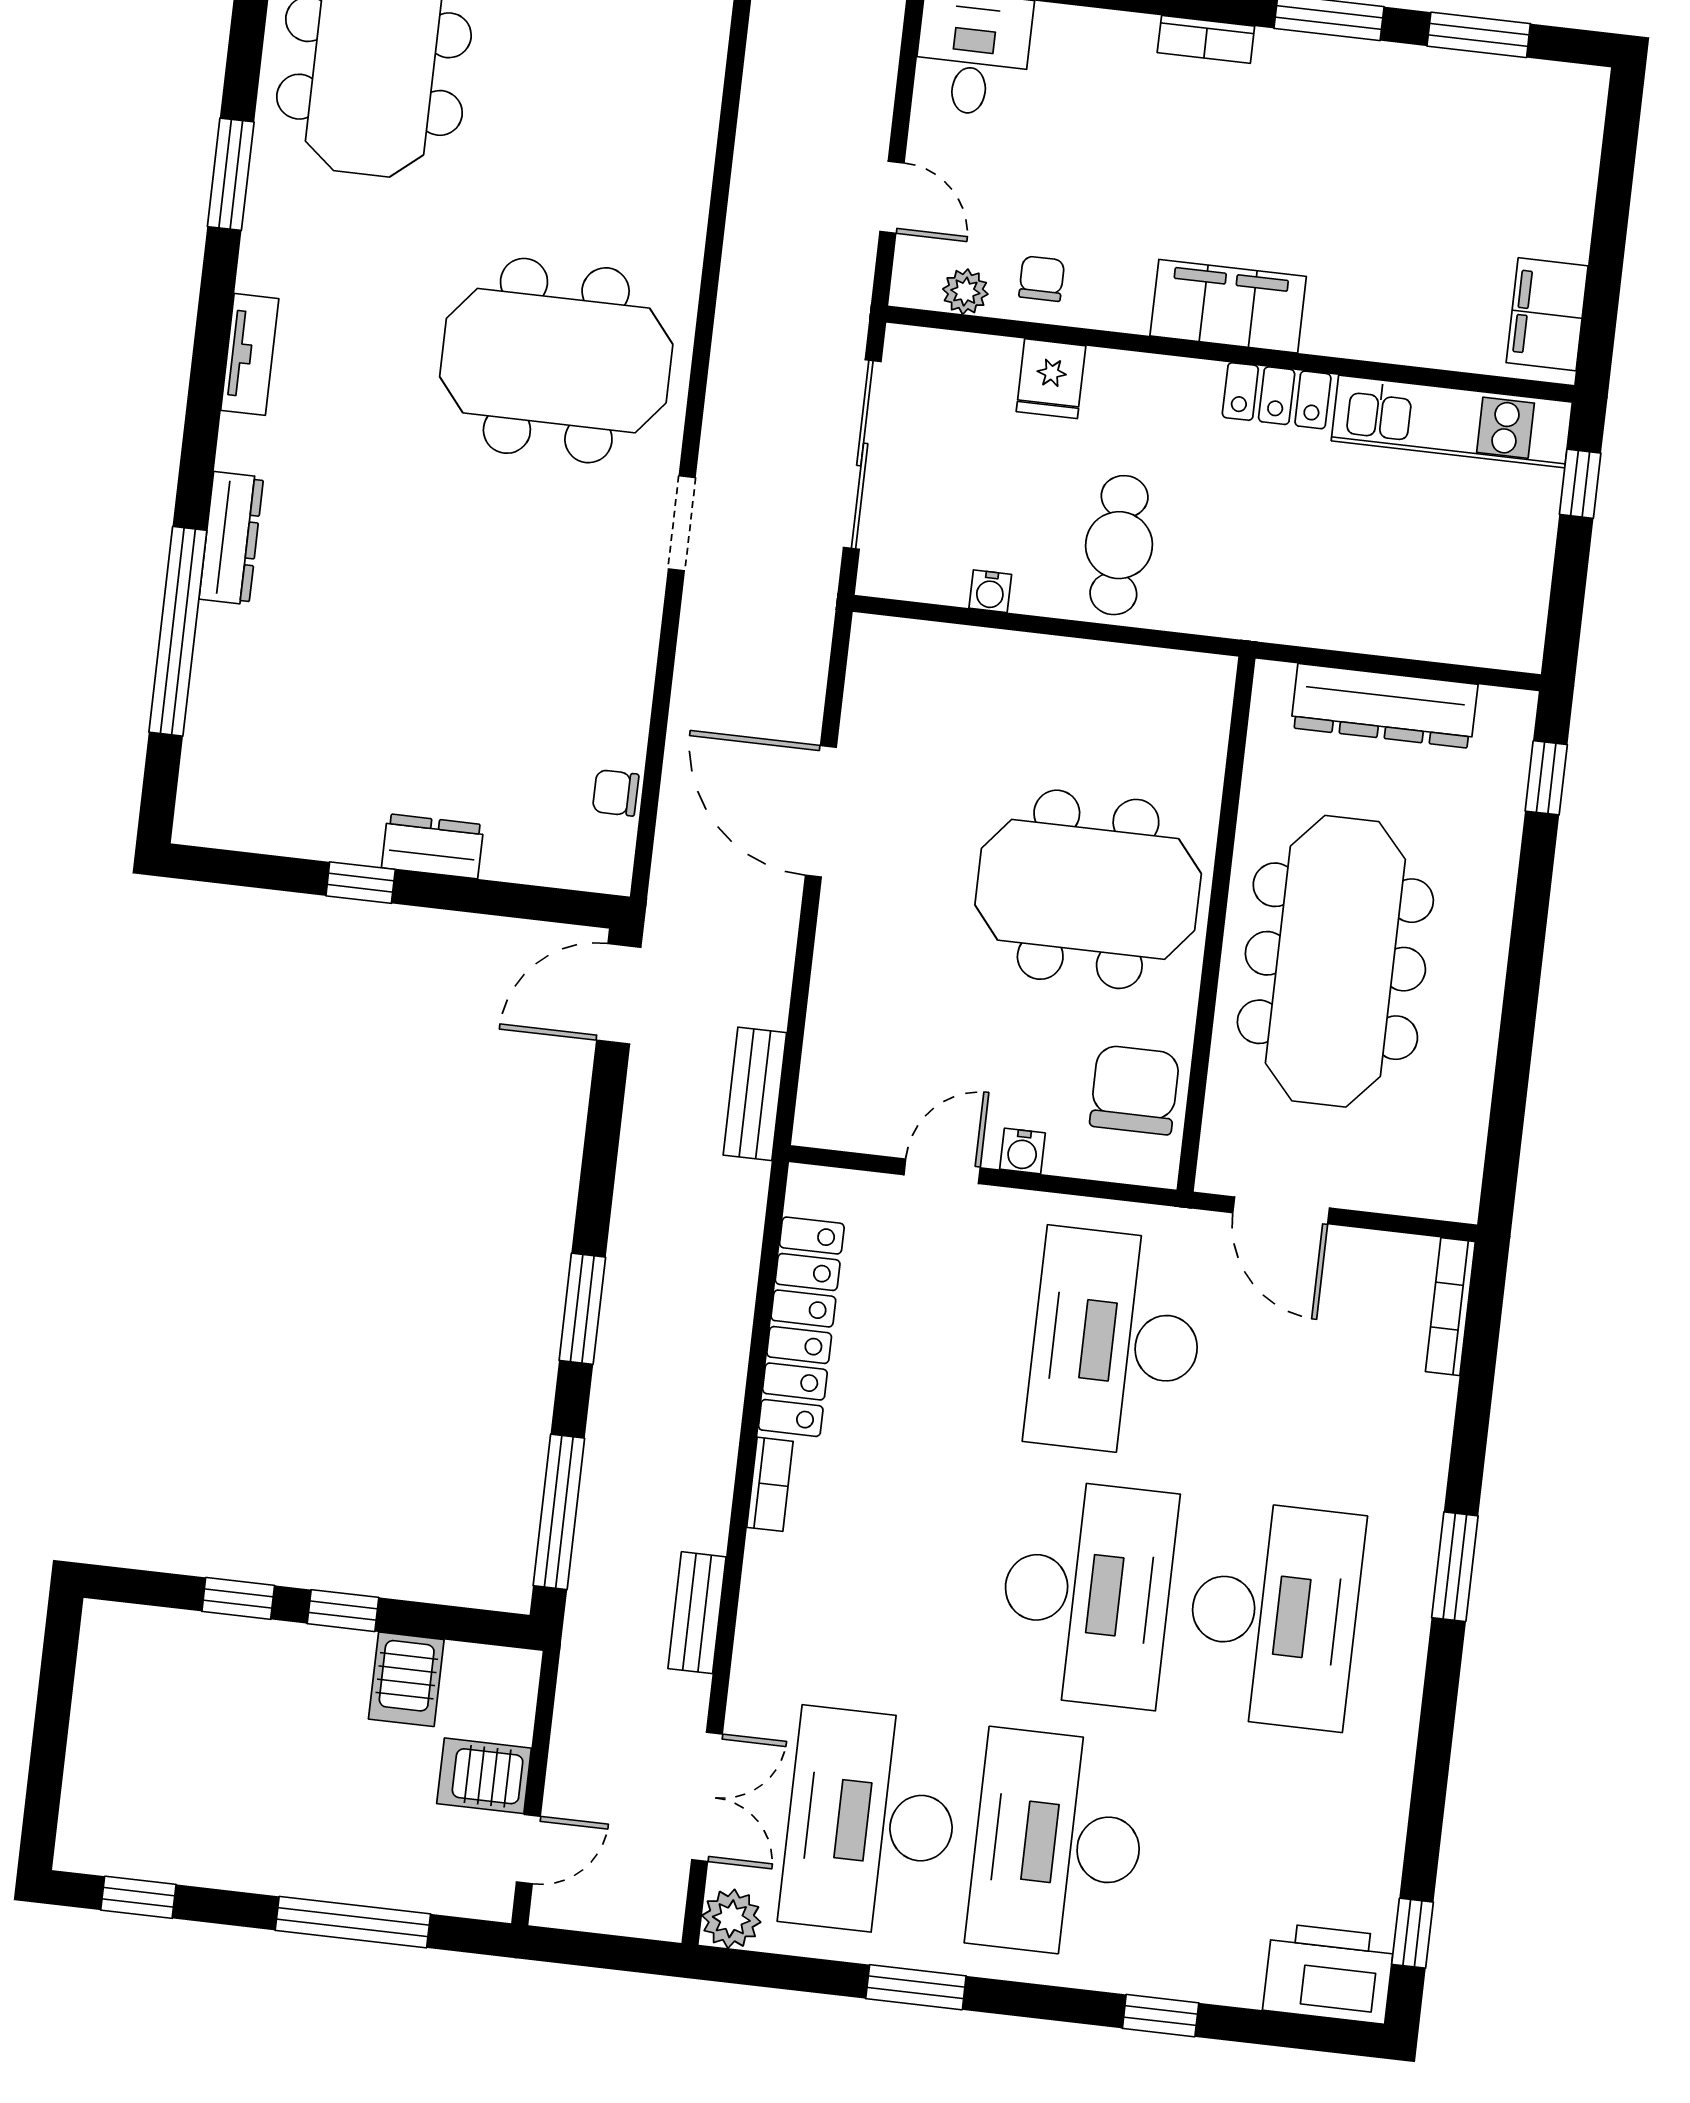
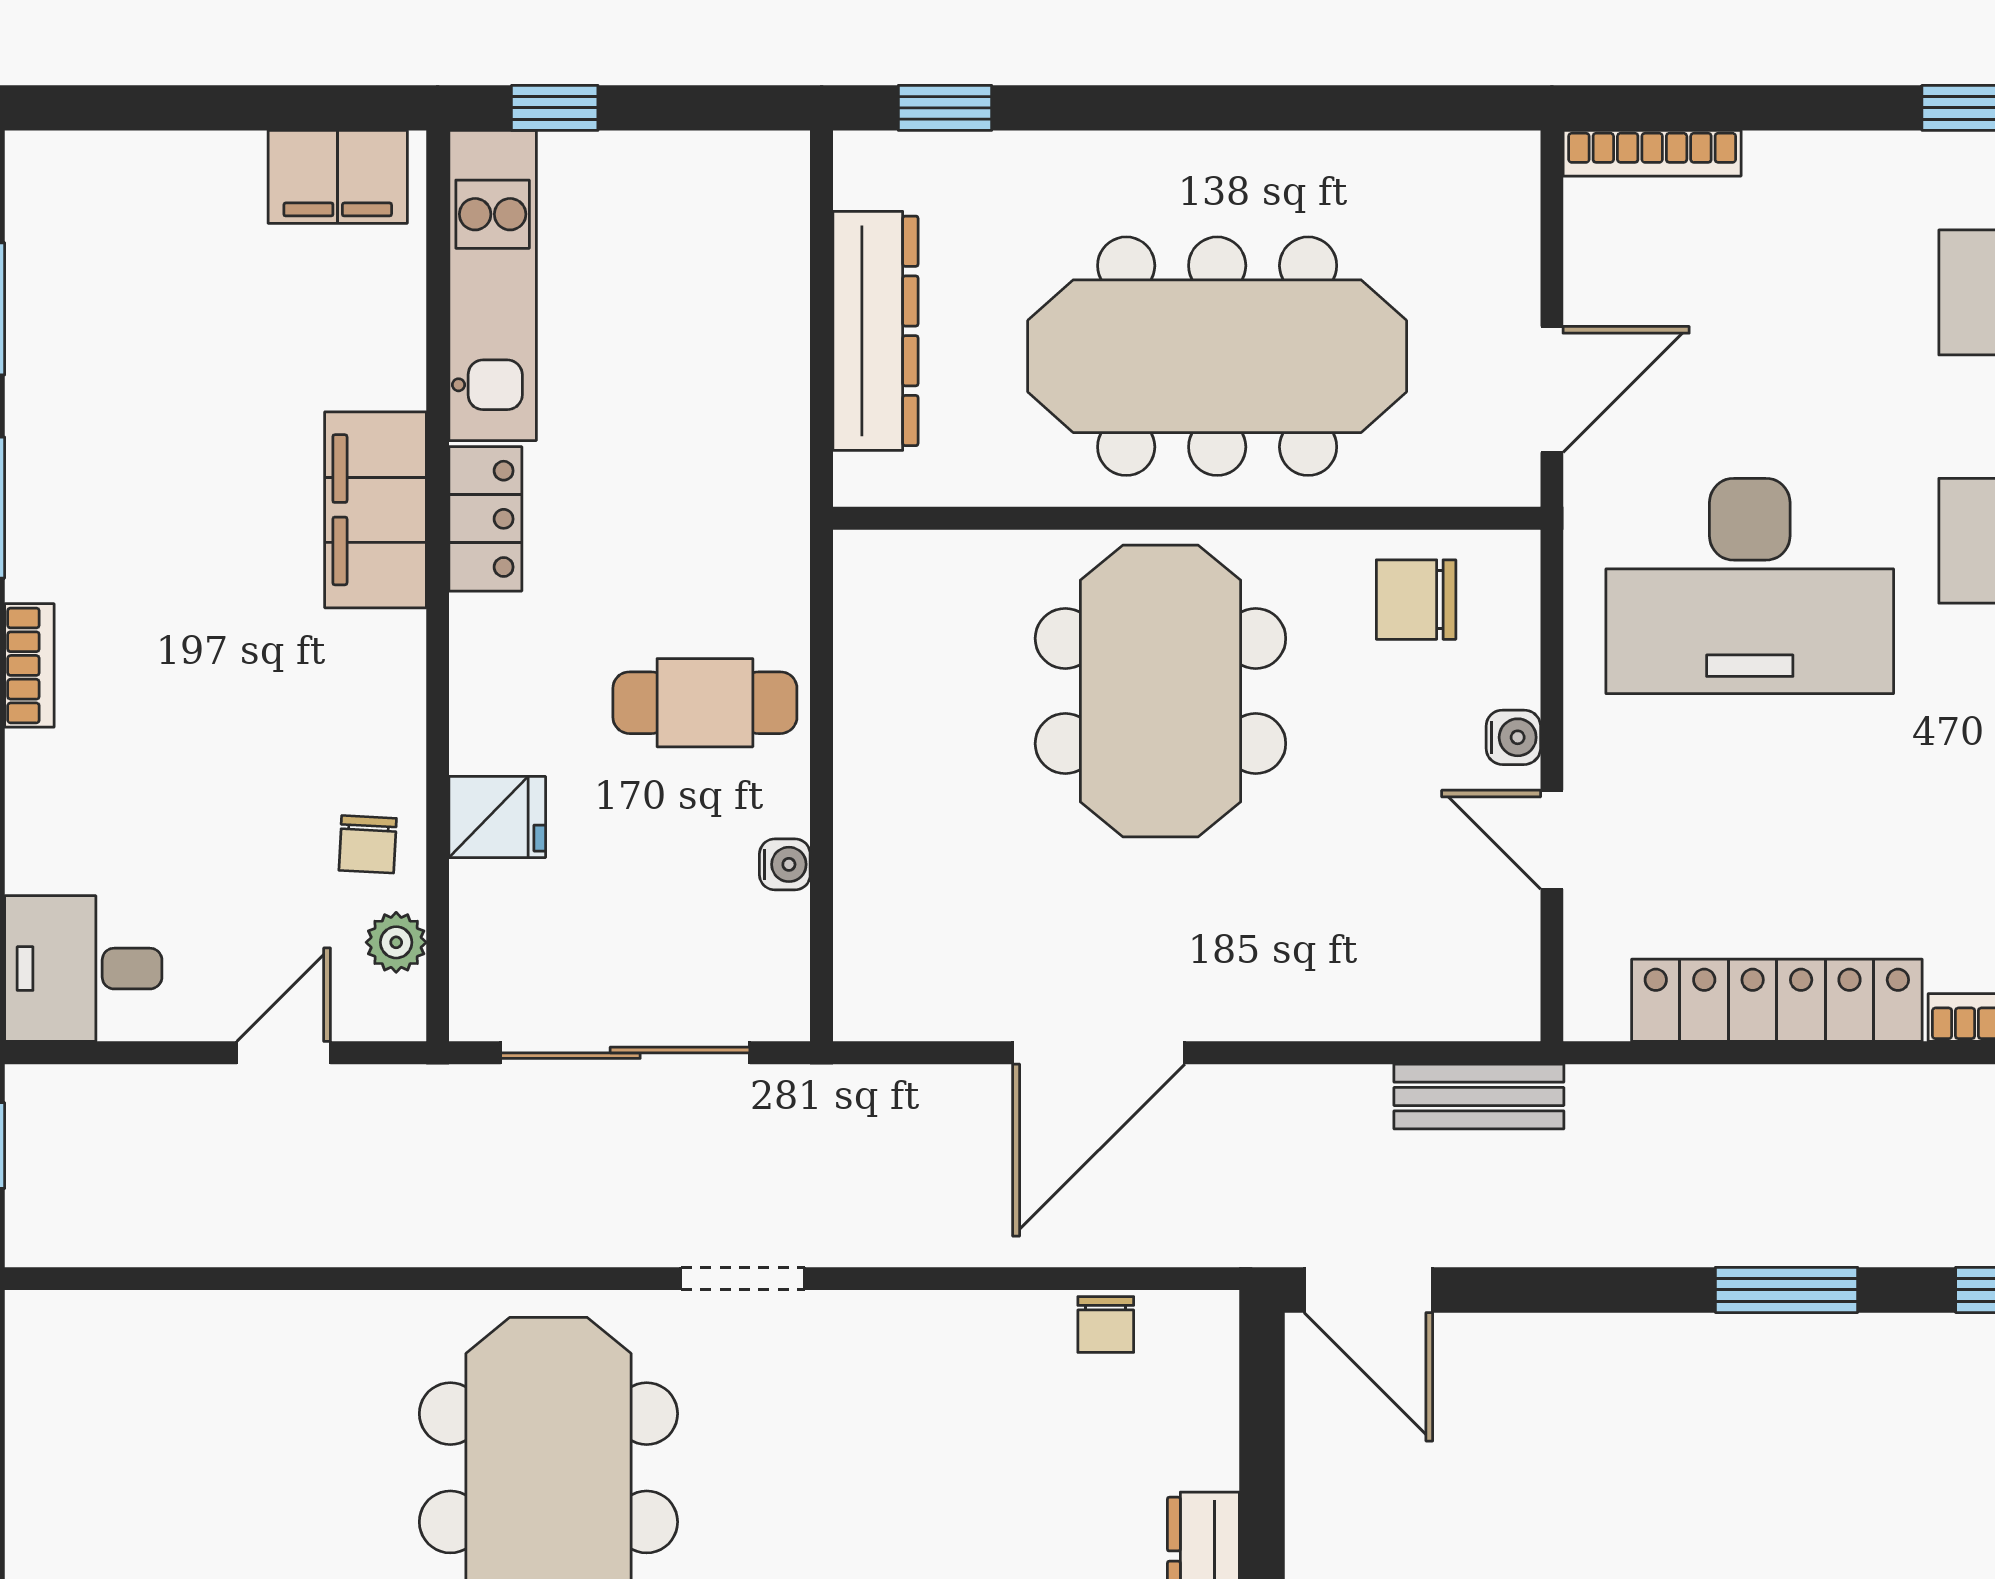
chair: (1042, 279) -> (368, 844), turned -87
filing cabinet: (1228, 306) -> (375, 510), moved
chair: (1135, 1090) -> (1416, 600), width x0.73, depth x0.73

